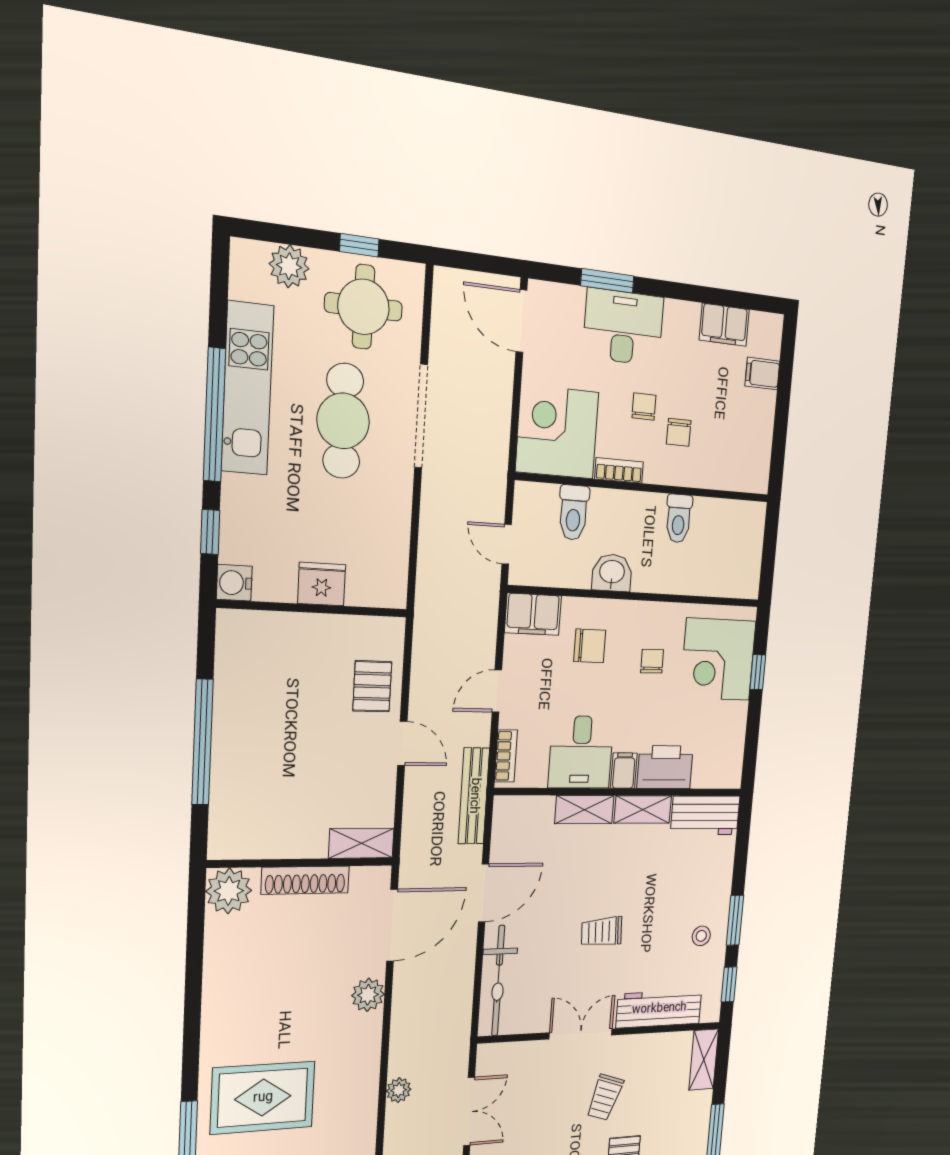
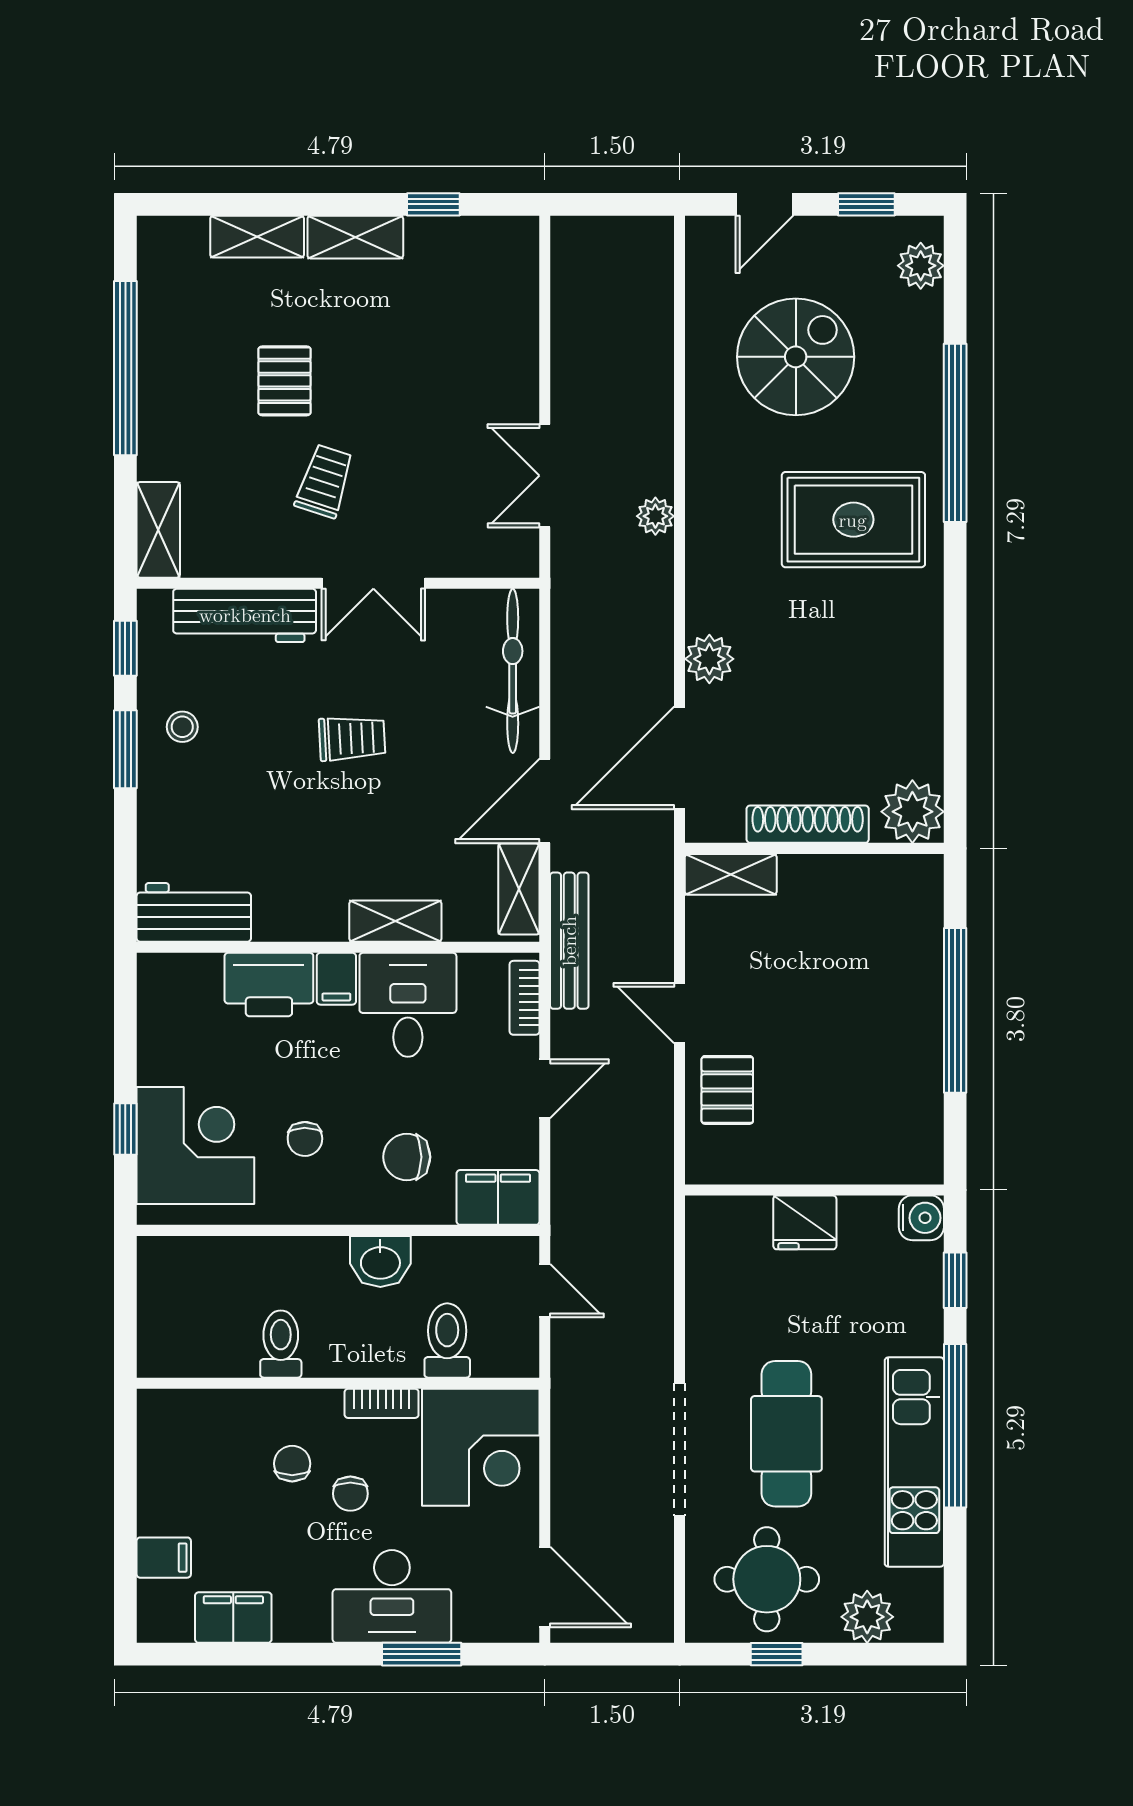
shelving: (643, 810) -> (519, 889), moved, turned 90

